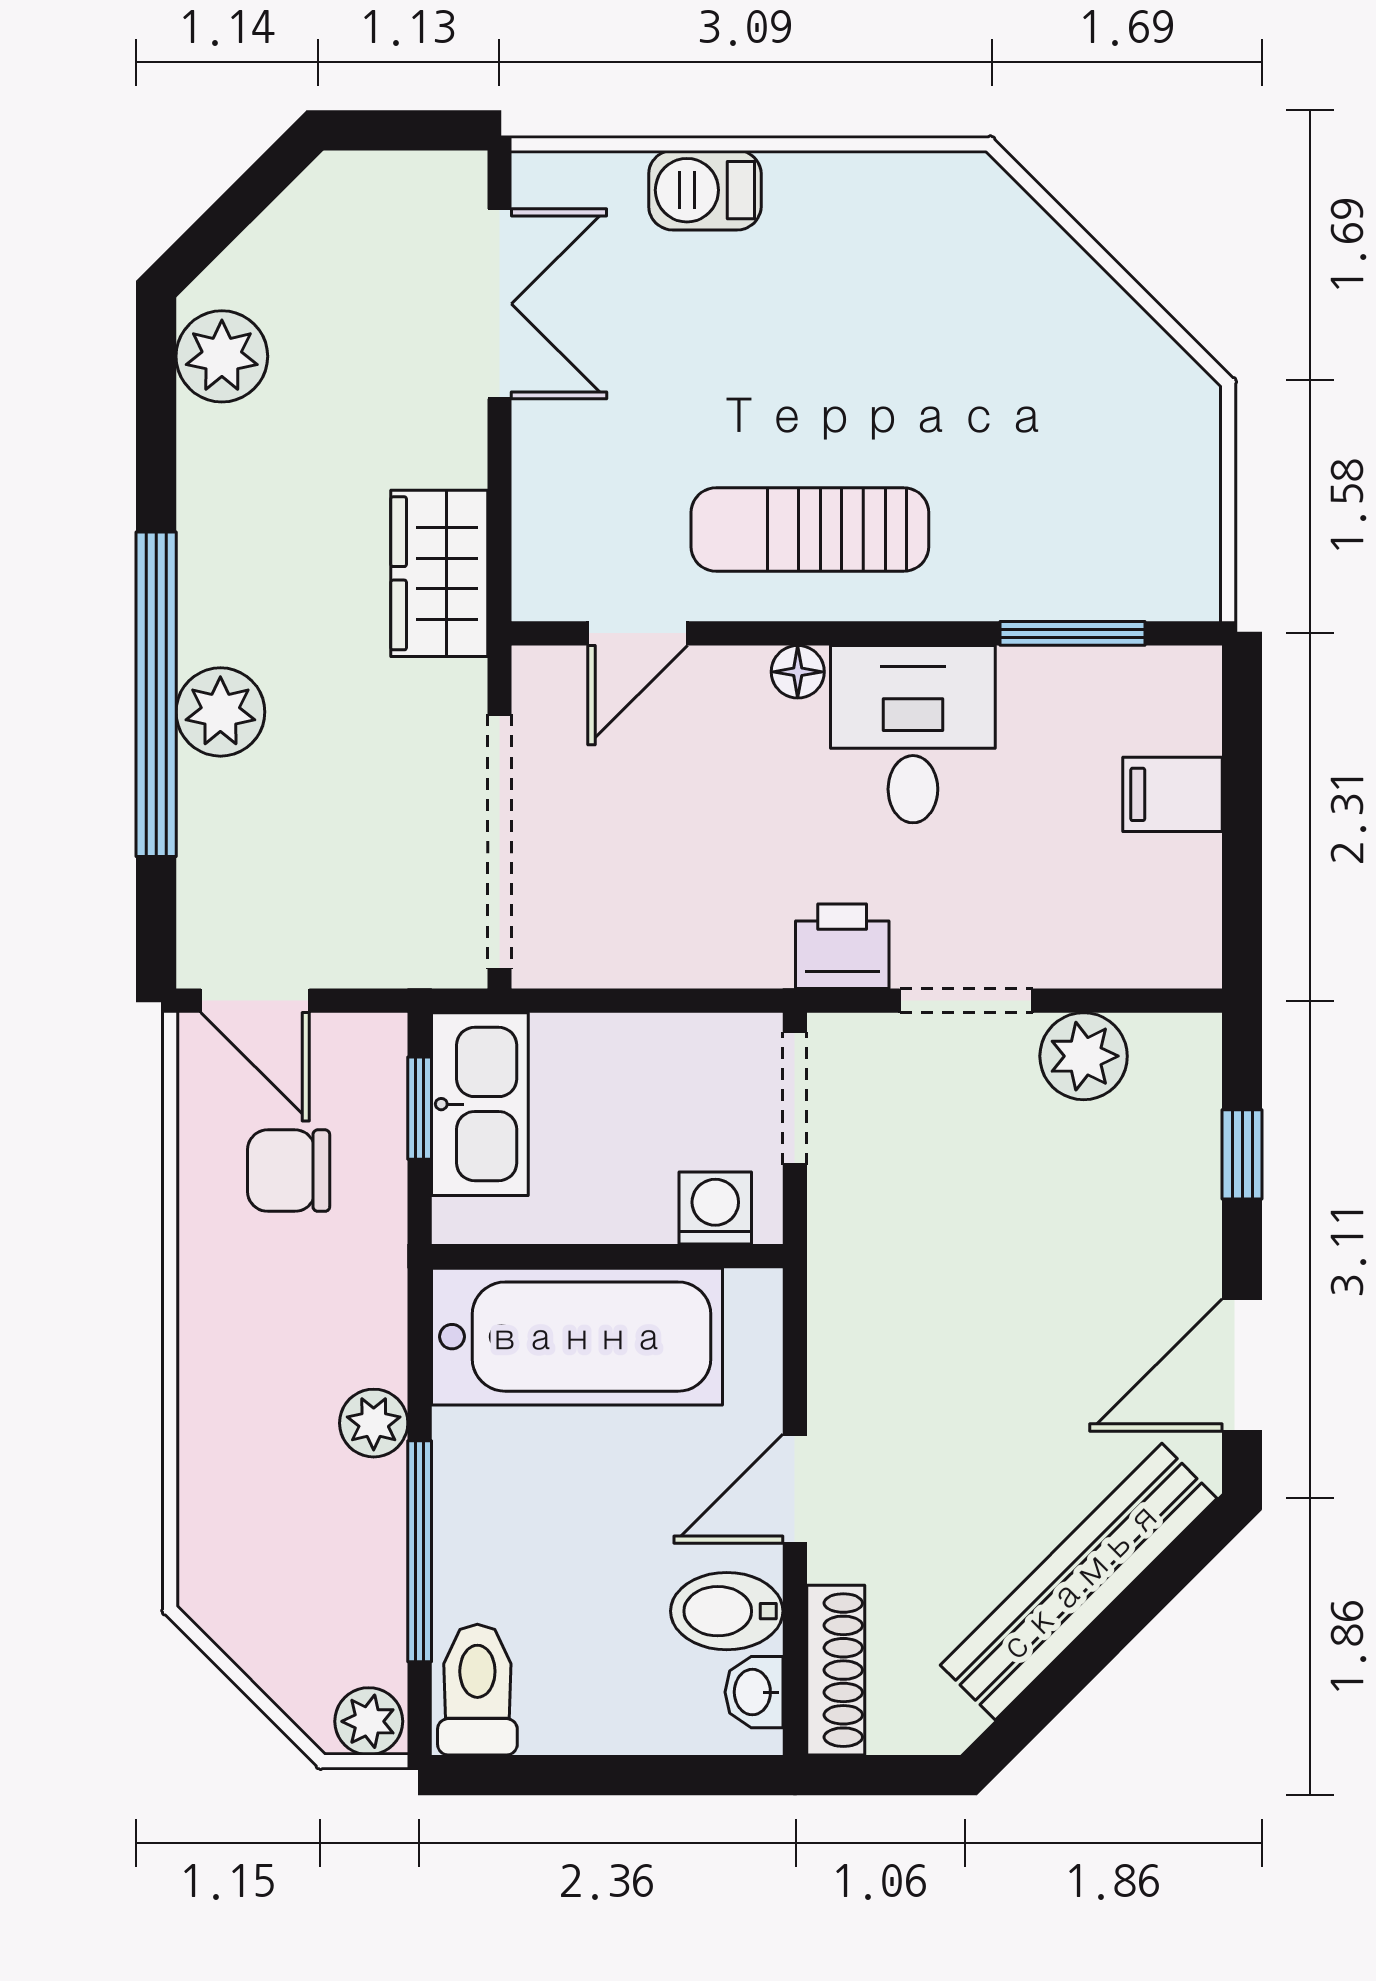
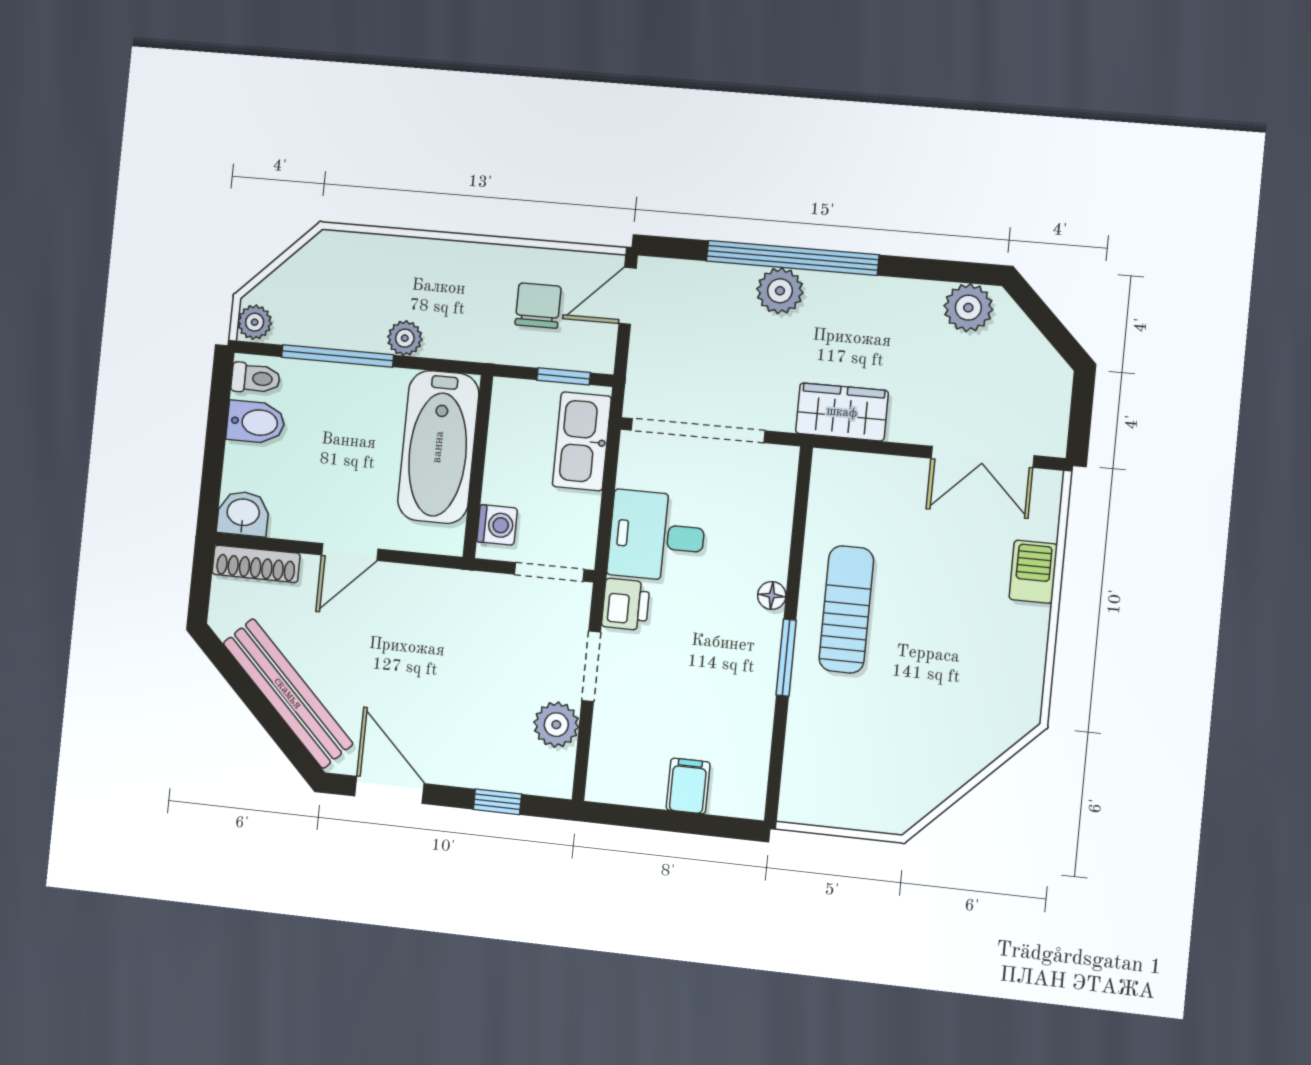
door: (638, 633) -> (800, 513), removed
window: (1072, 633) -> (786, 658), moved
desk: (913, 734) -> (657, 536), moved, turned 180
kitchen sink: (480, 1104) -> (582, 441), moved, turned 90
door: (795, 1489) -> (350, 552), swing flipped
bidet: (727, 1611) -> (256, 422), moved, turned 90
toilet: (477, 1690) -> (256, 378), width x0.73, depth x0.72
washbasin: (754, 1692) -> (243, 513), width x1.38, depth x1.45

